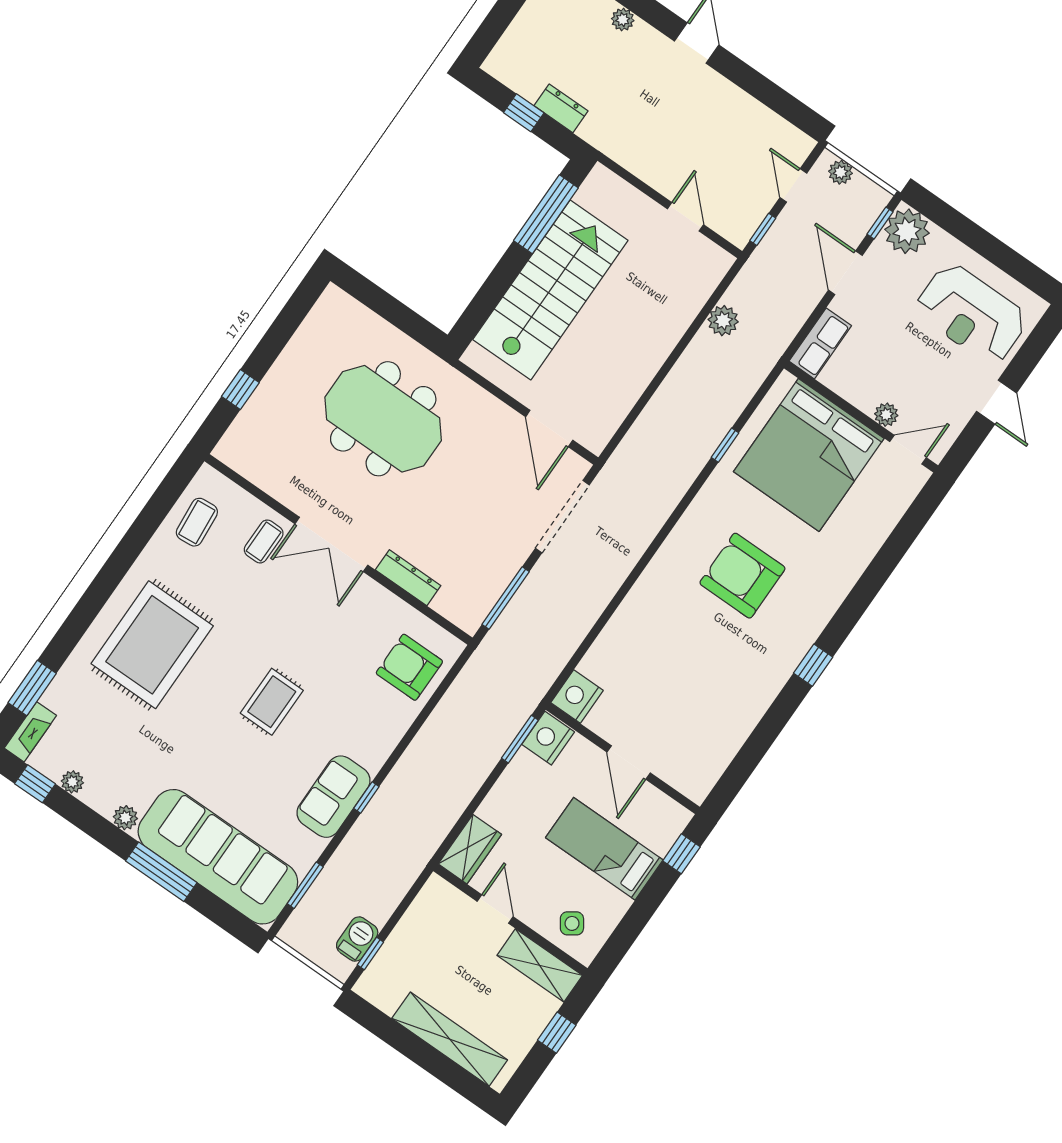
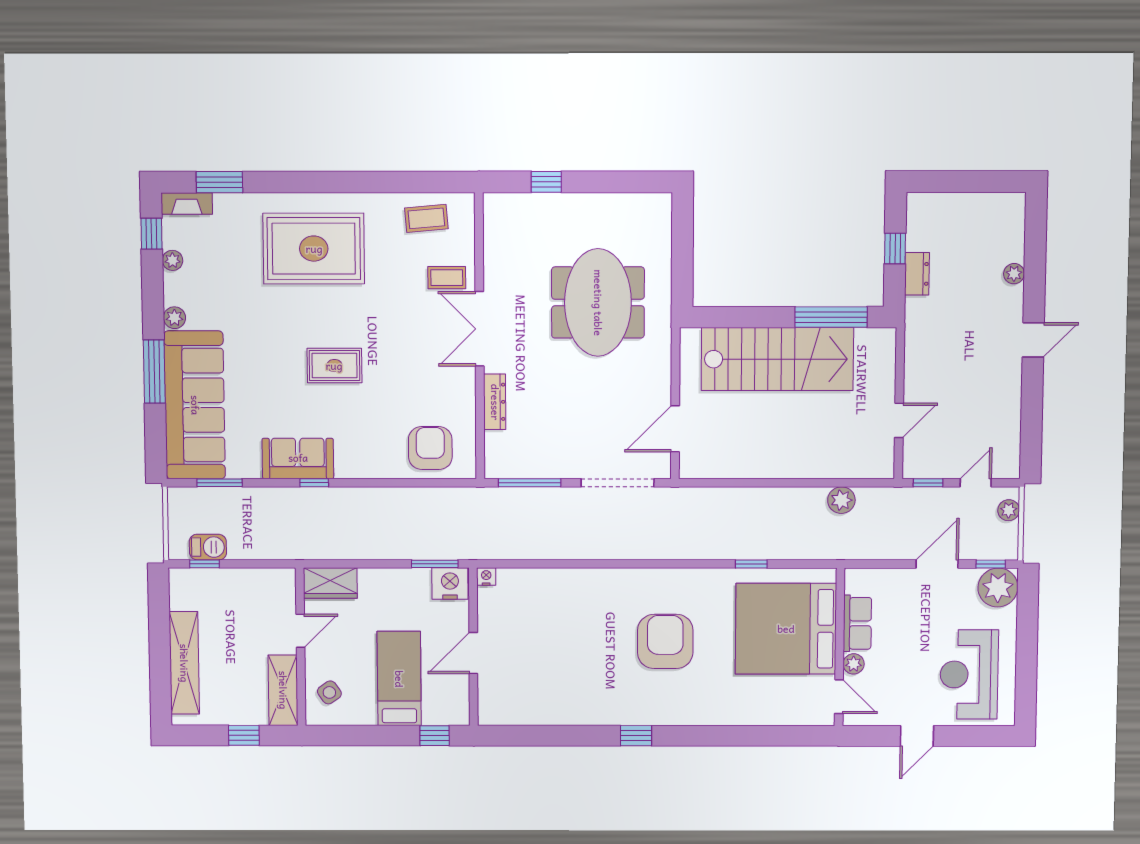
row of seats: (820, 343) -> (857, 623), moved, turned -90
nightstand: (577, 697) -> (486, 576), width x0.53, depth x0.56

